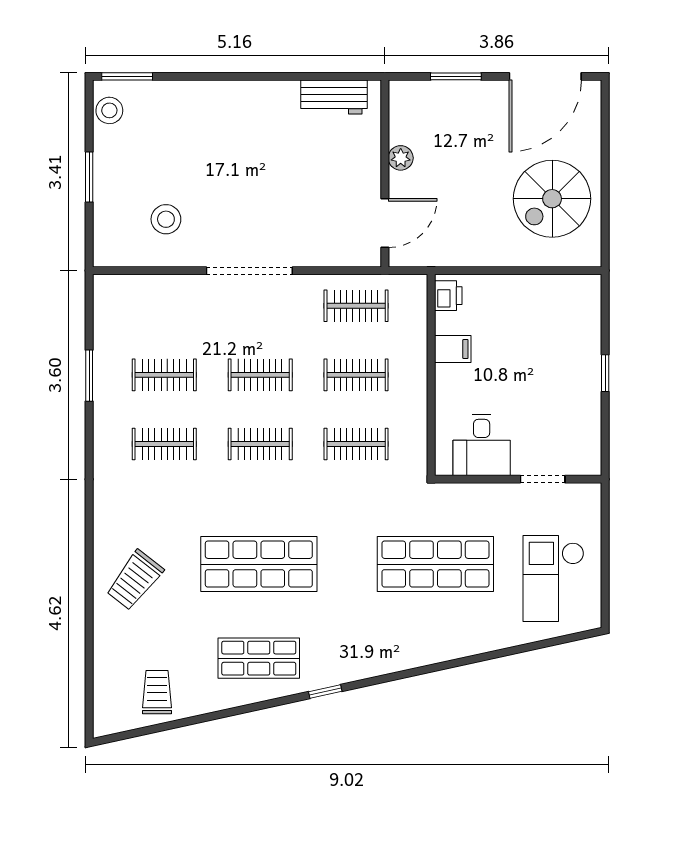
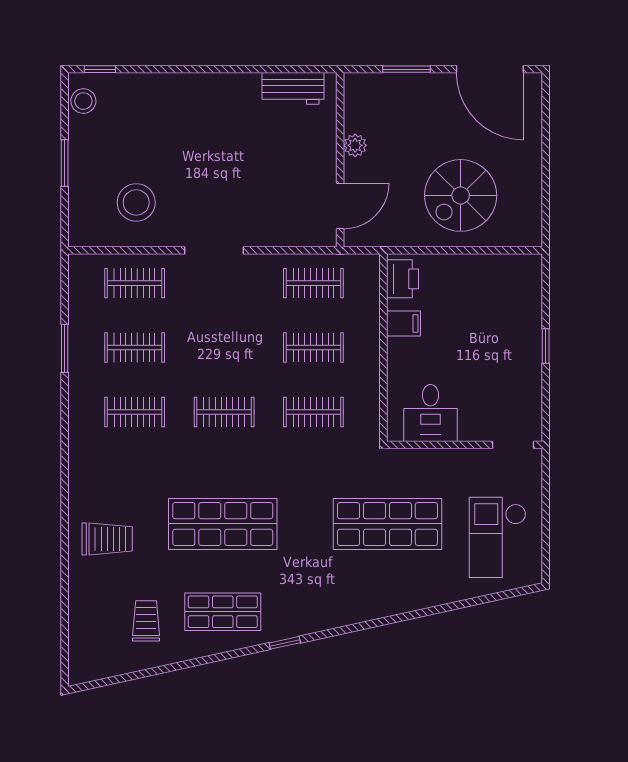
window: (127, 76) -> (100, 69), width x0.67
door: (545, 76) -> (490, 69), hinge flipped
spiral stairs: (552, 199) -> (461, 195), moved
stool: (166, 219) -> (136, 202), width x1.38, depth x1.38
doorway: (249, 271) -> (214, 250), width x0.73
printer: (448, 296) -> (403, 279), width x1.36, depth x1.24
clothes rail: (260, 375) -> (135, 283), moved
doorway: (543, 479) -> (513, 445), moved
trolley: (135, 580) -> (107, 539), turned -128
trolley: (157, 692) -> (146, 621), moved

